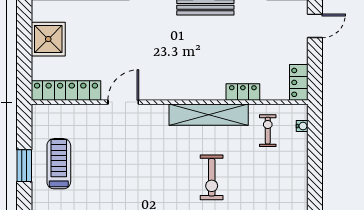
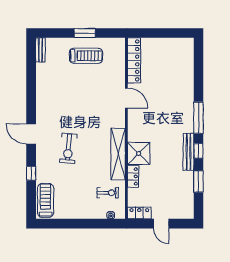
door: (315, 26) -> (161, 224), moved
shower: (48, 39) -> (139, 153), moved
exercise bike: (212, 177) -> (68, 148), moved, turned -85

